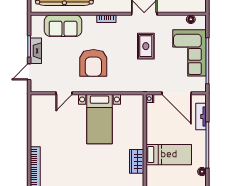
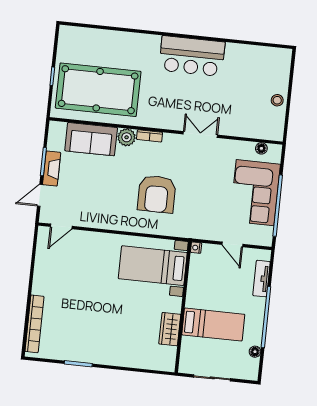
plant: (89, 22) -> (127, 137), added
rug: (146, 46) -> (198, 178), removed
armchair: (93, 63) -> (157, 194), moved
door: (64, 93) -> (61, 226), moved
door: (177, 93) -> (232, 244), width x0.53
bed with nightstands: (99, 119) -> (153, 266), moved, turned 90

